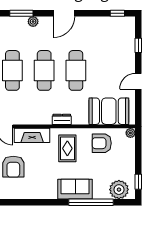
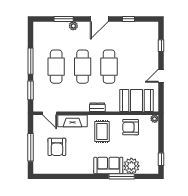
window: (117, 13) -> (128, 19), moved
plant: (119, 190) -> (131, 166), moved
window: (91, 202) -> (122, 176), width x0.68

